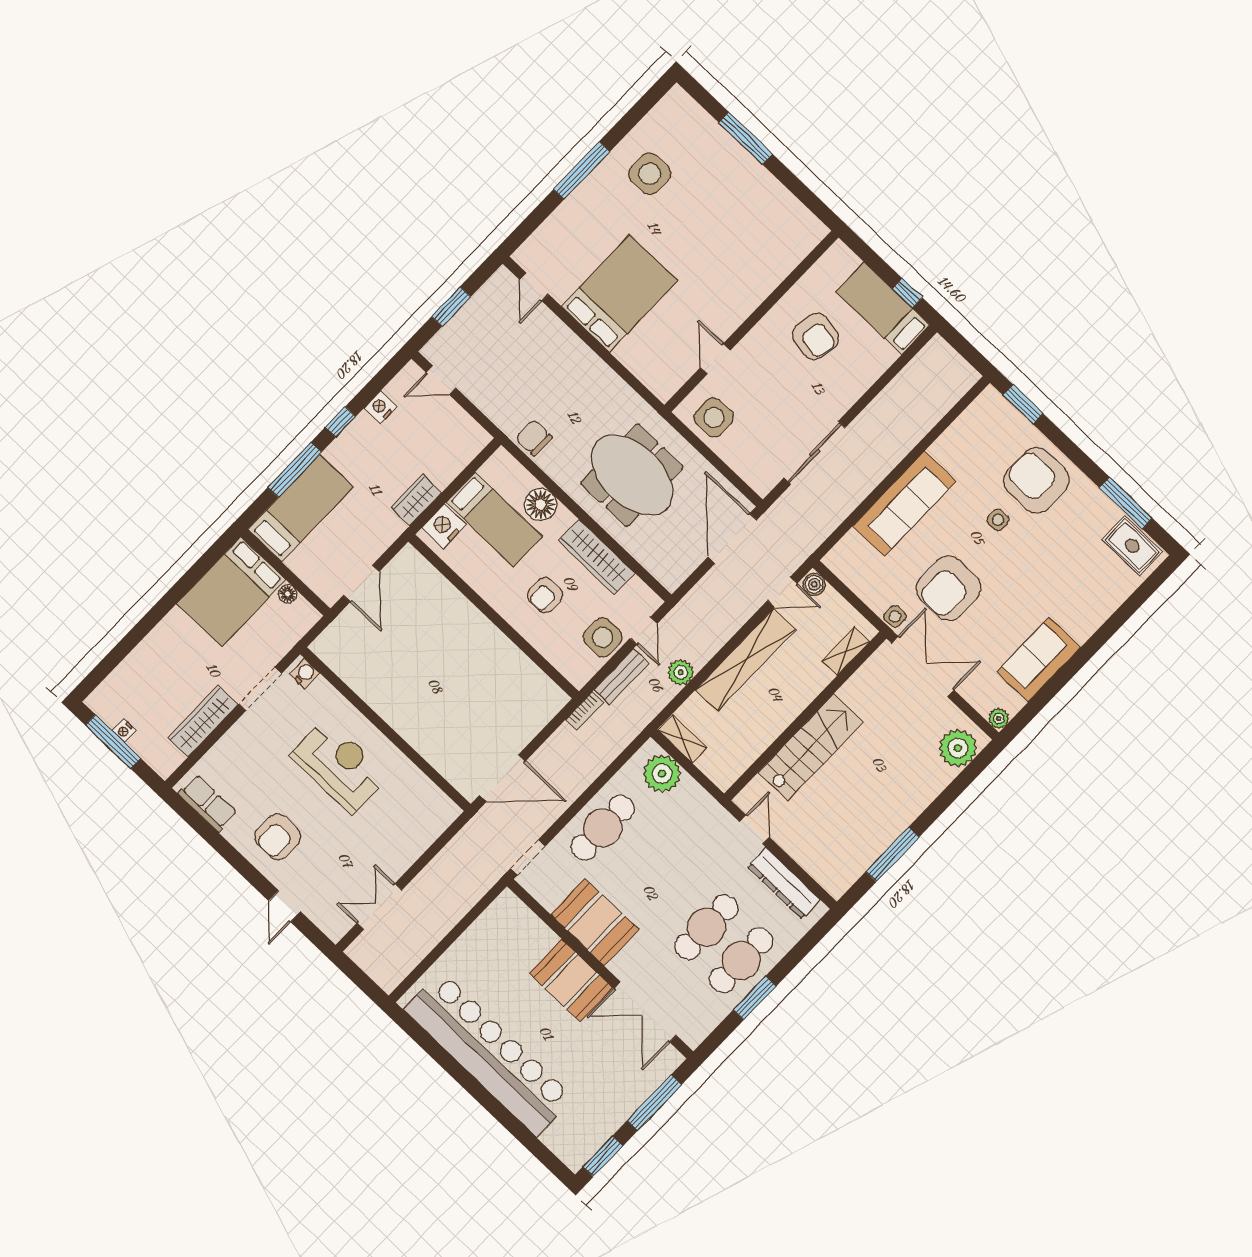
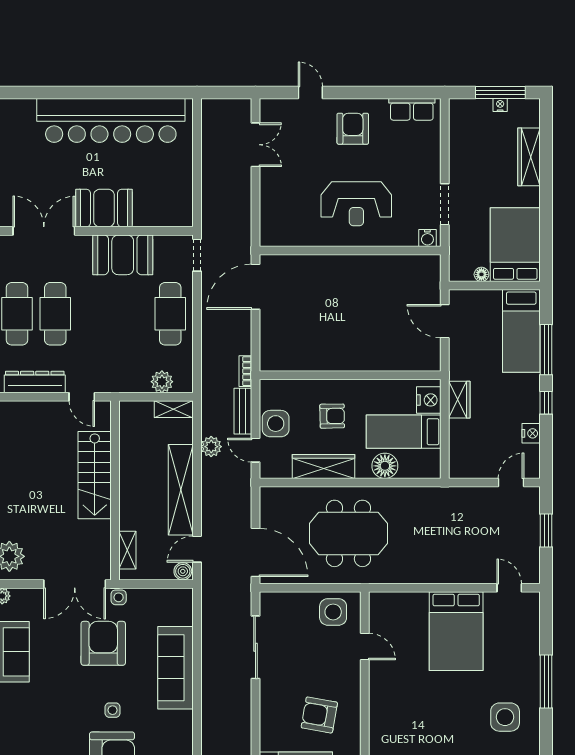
chair: (534, 438) -> (426, 501), removed
armchair: (545, 595) -> (332, 416), turned 89
wardrobe: (203, 721) -> (529, 157), moved, turned 180
plant: (662, 774) -> (162, 382), width x0.73, depth x0.73

